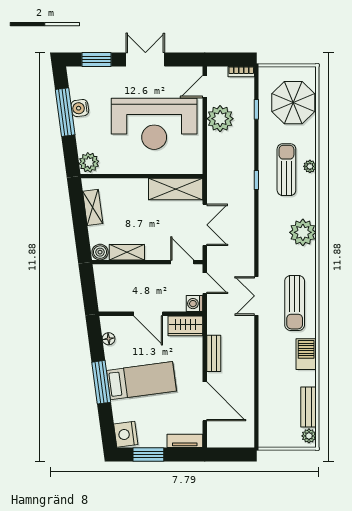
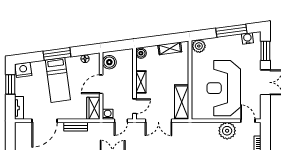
water cooler: (80, 108) -> (247, 38), moved
shelving: (127, 252) -> (141, 82), moved
boiler: (114, 301) -> (109, 62), added

